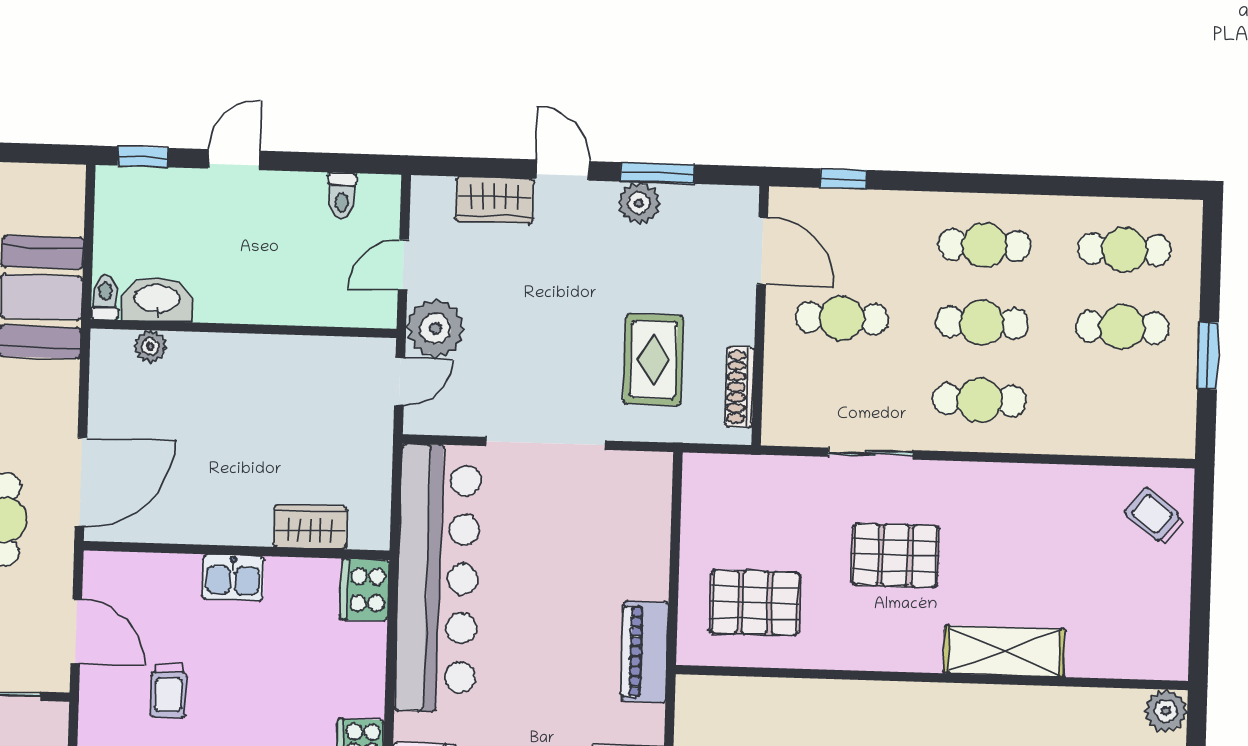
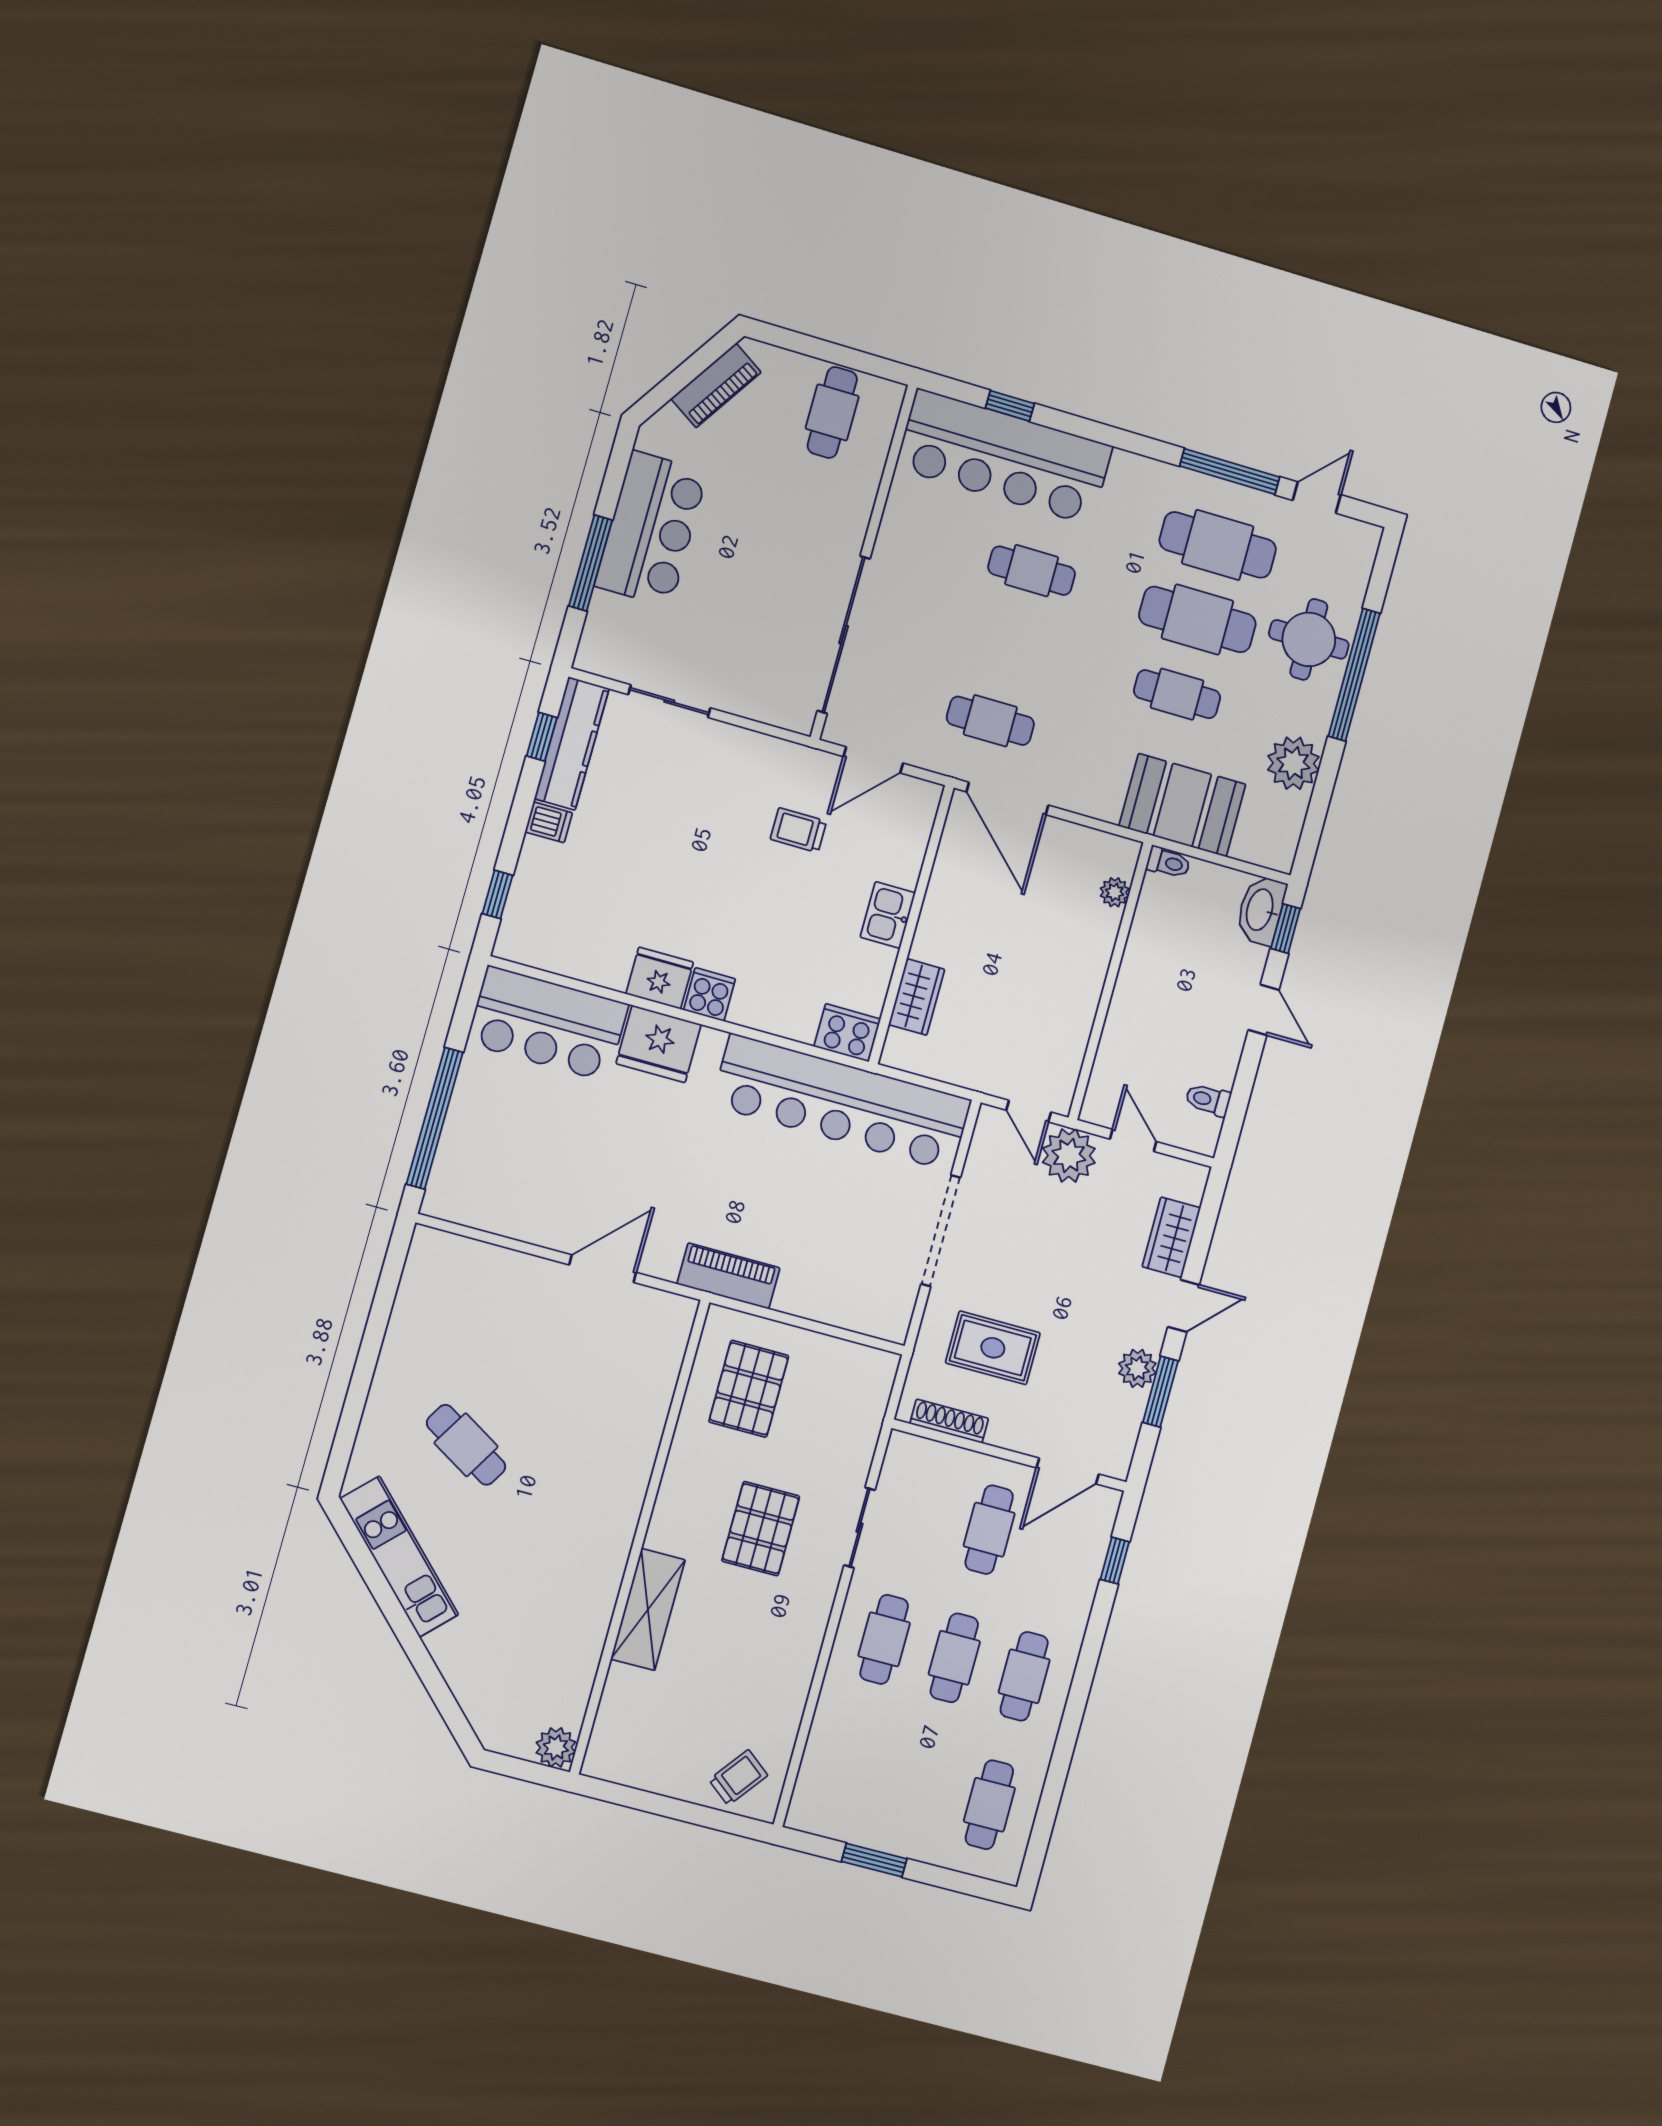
washbasin: (157, 300) -> (1261, 910), moved, turned 180
cafe table: (1122, 327) -> (919, 1786), removed

